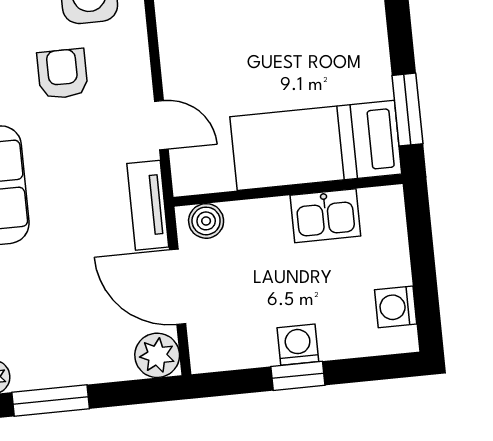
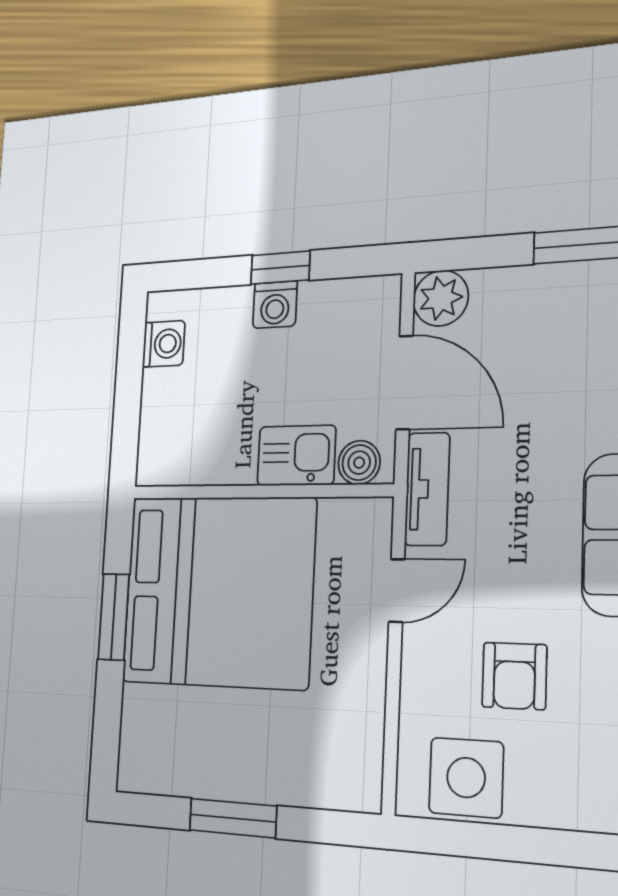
window: (407, 110) -> (114, 617), moved
door: (161, 125) -> (397, 591), swing flipped
bed: (316, 145) -> (218, 591), width x2.04
kitchen sink: (325, 216) -> (296, 456), moved

